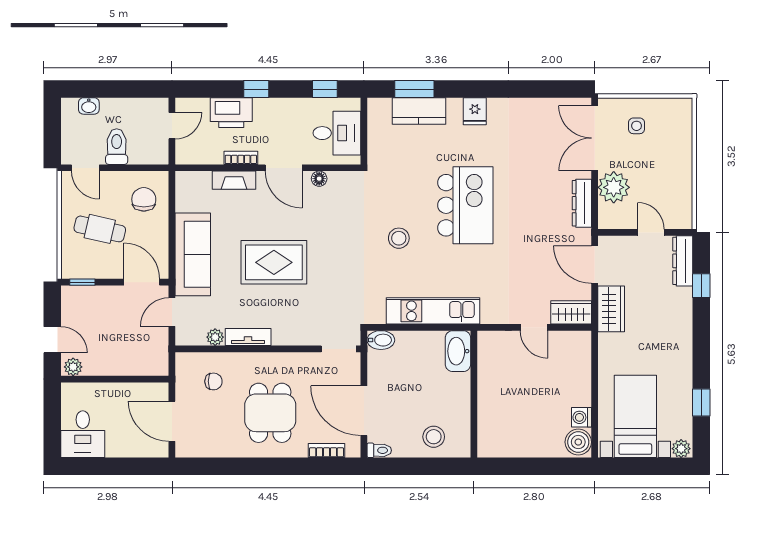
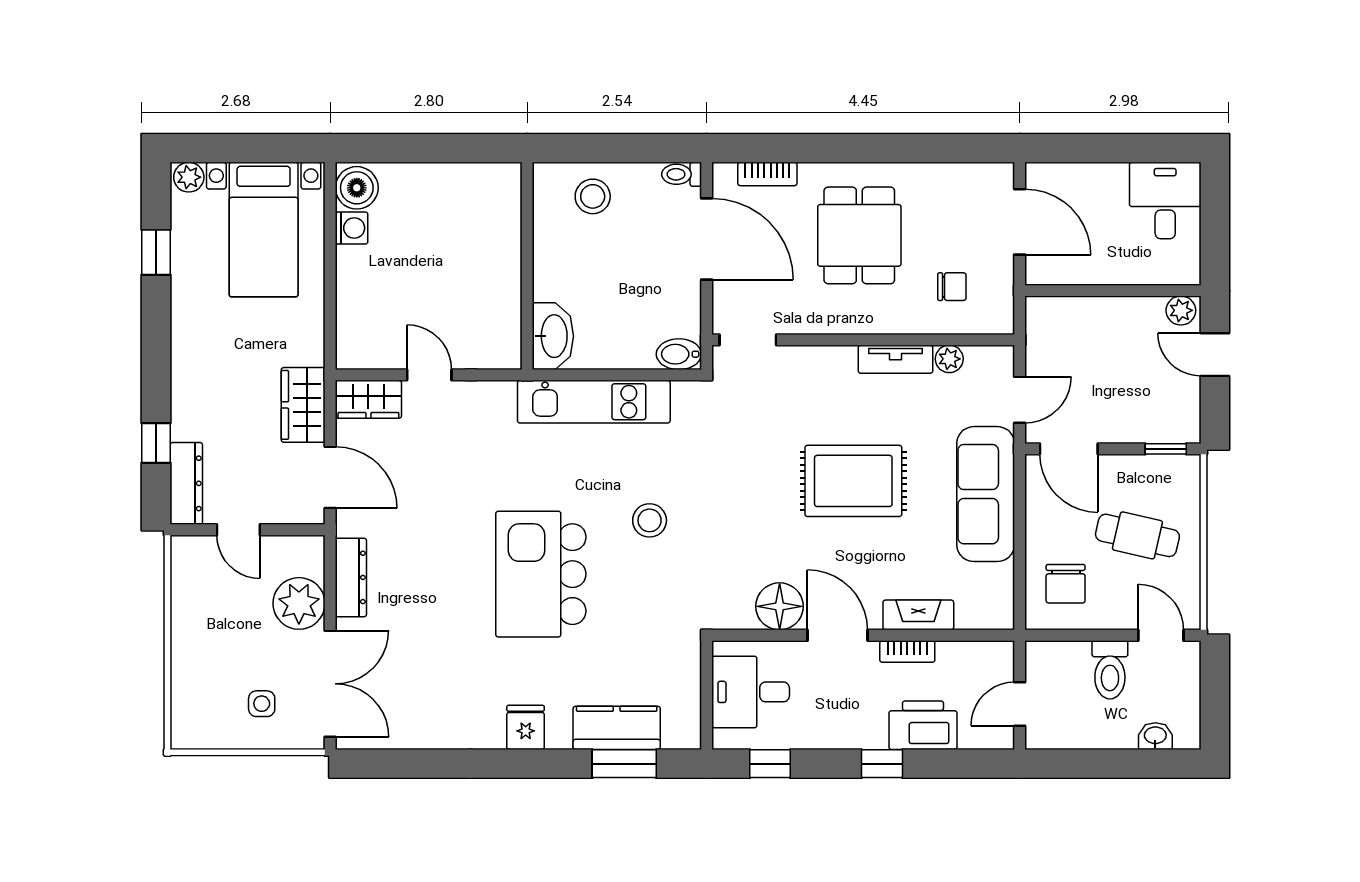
floor lamp: (319, 179) -> (780, 606), width x1.89, depth x1.89
chair: (213, 381) -> (952, 287), turned 180

